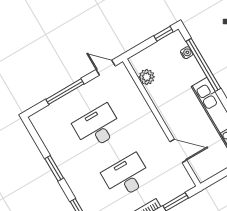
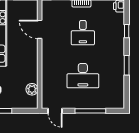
desk: (126, 176) -> (83, 33), width x0.73

